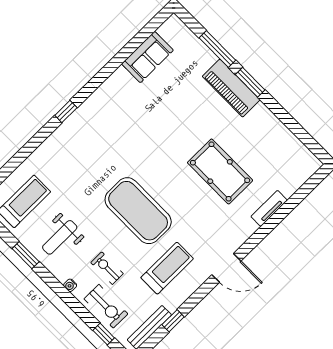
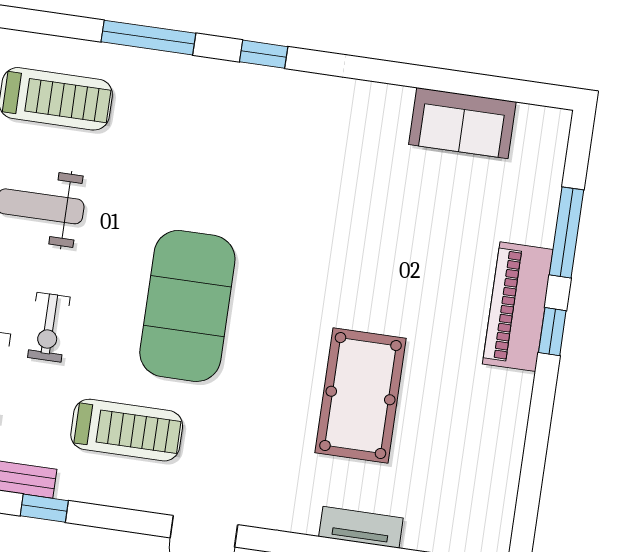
window: (250, 82) -> (552, 332), width x0.67
window: (27, 150) -> (148, 38), added
exercise bike: (107, 268) -> (49, 327), turned 180

